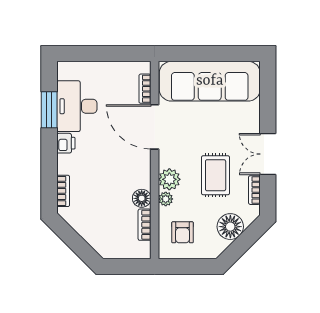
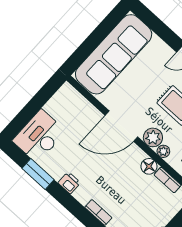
bookcase: (145, 89) -> (80, 100), removed
desk: (77, 106) -> (39, 136), moved, turned 90
door: (155, 127) -> (121, 126), moved

